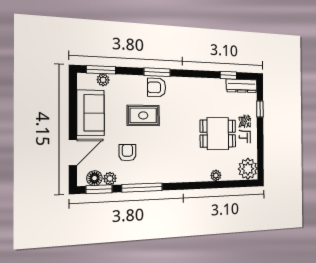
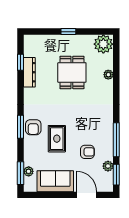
dresser: (242, 86) -> (29, 72), moved
window: (260, 109) -> (68, 32), moved
armchair: (127, 153) -> (87, 152), turned 180
floor lamp: (94, 178) -> (107, 178), removed

